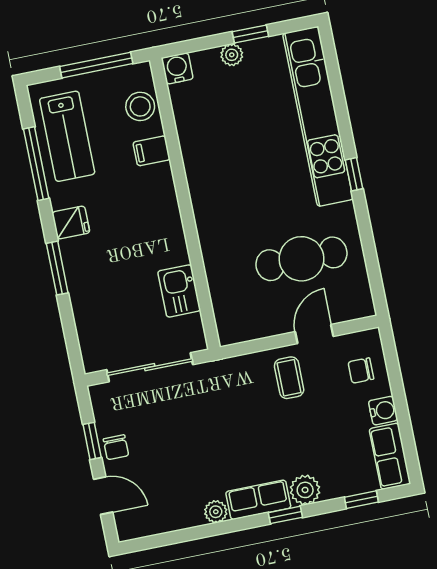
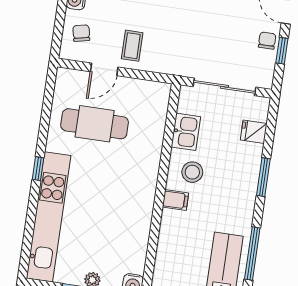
stool: (140, 106) -> (192, 172), moved
filing cabinet: (152, 151) -> (175, 200), moved
fridge: (71, 223) -> (254, 132), moved
chair: (361, 371) -> (81, 33), turned -102

